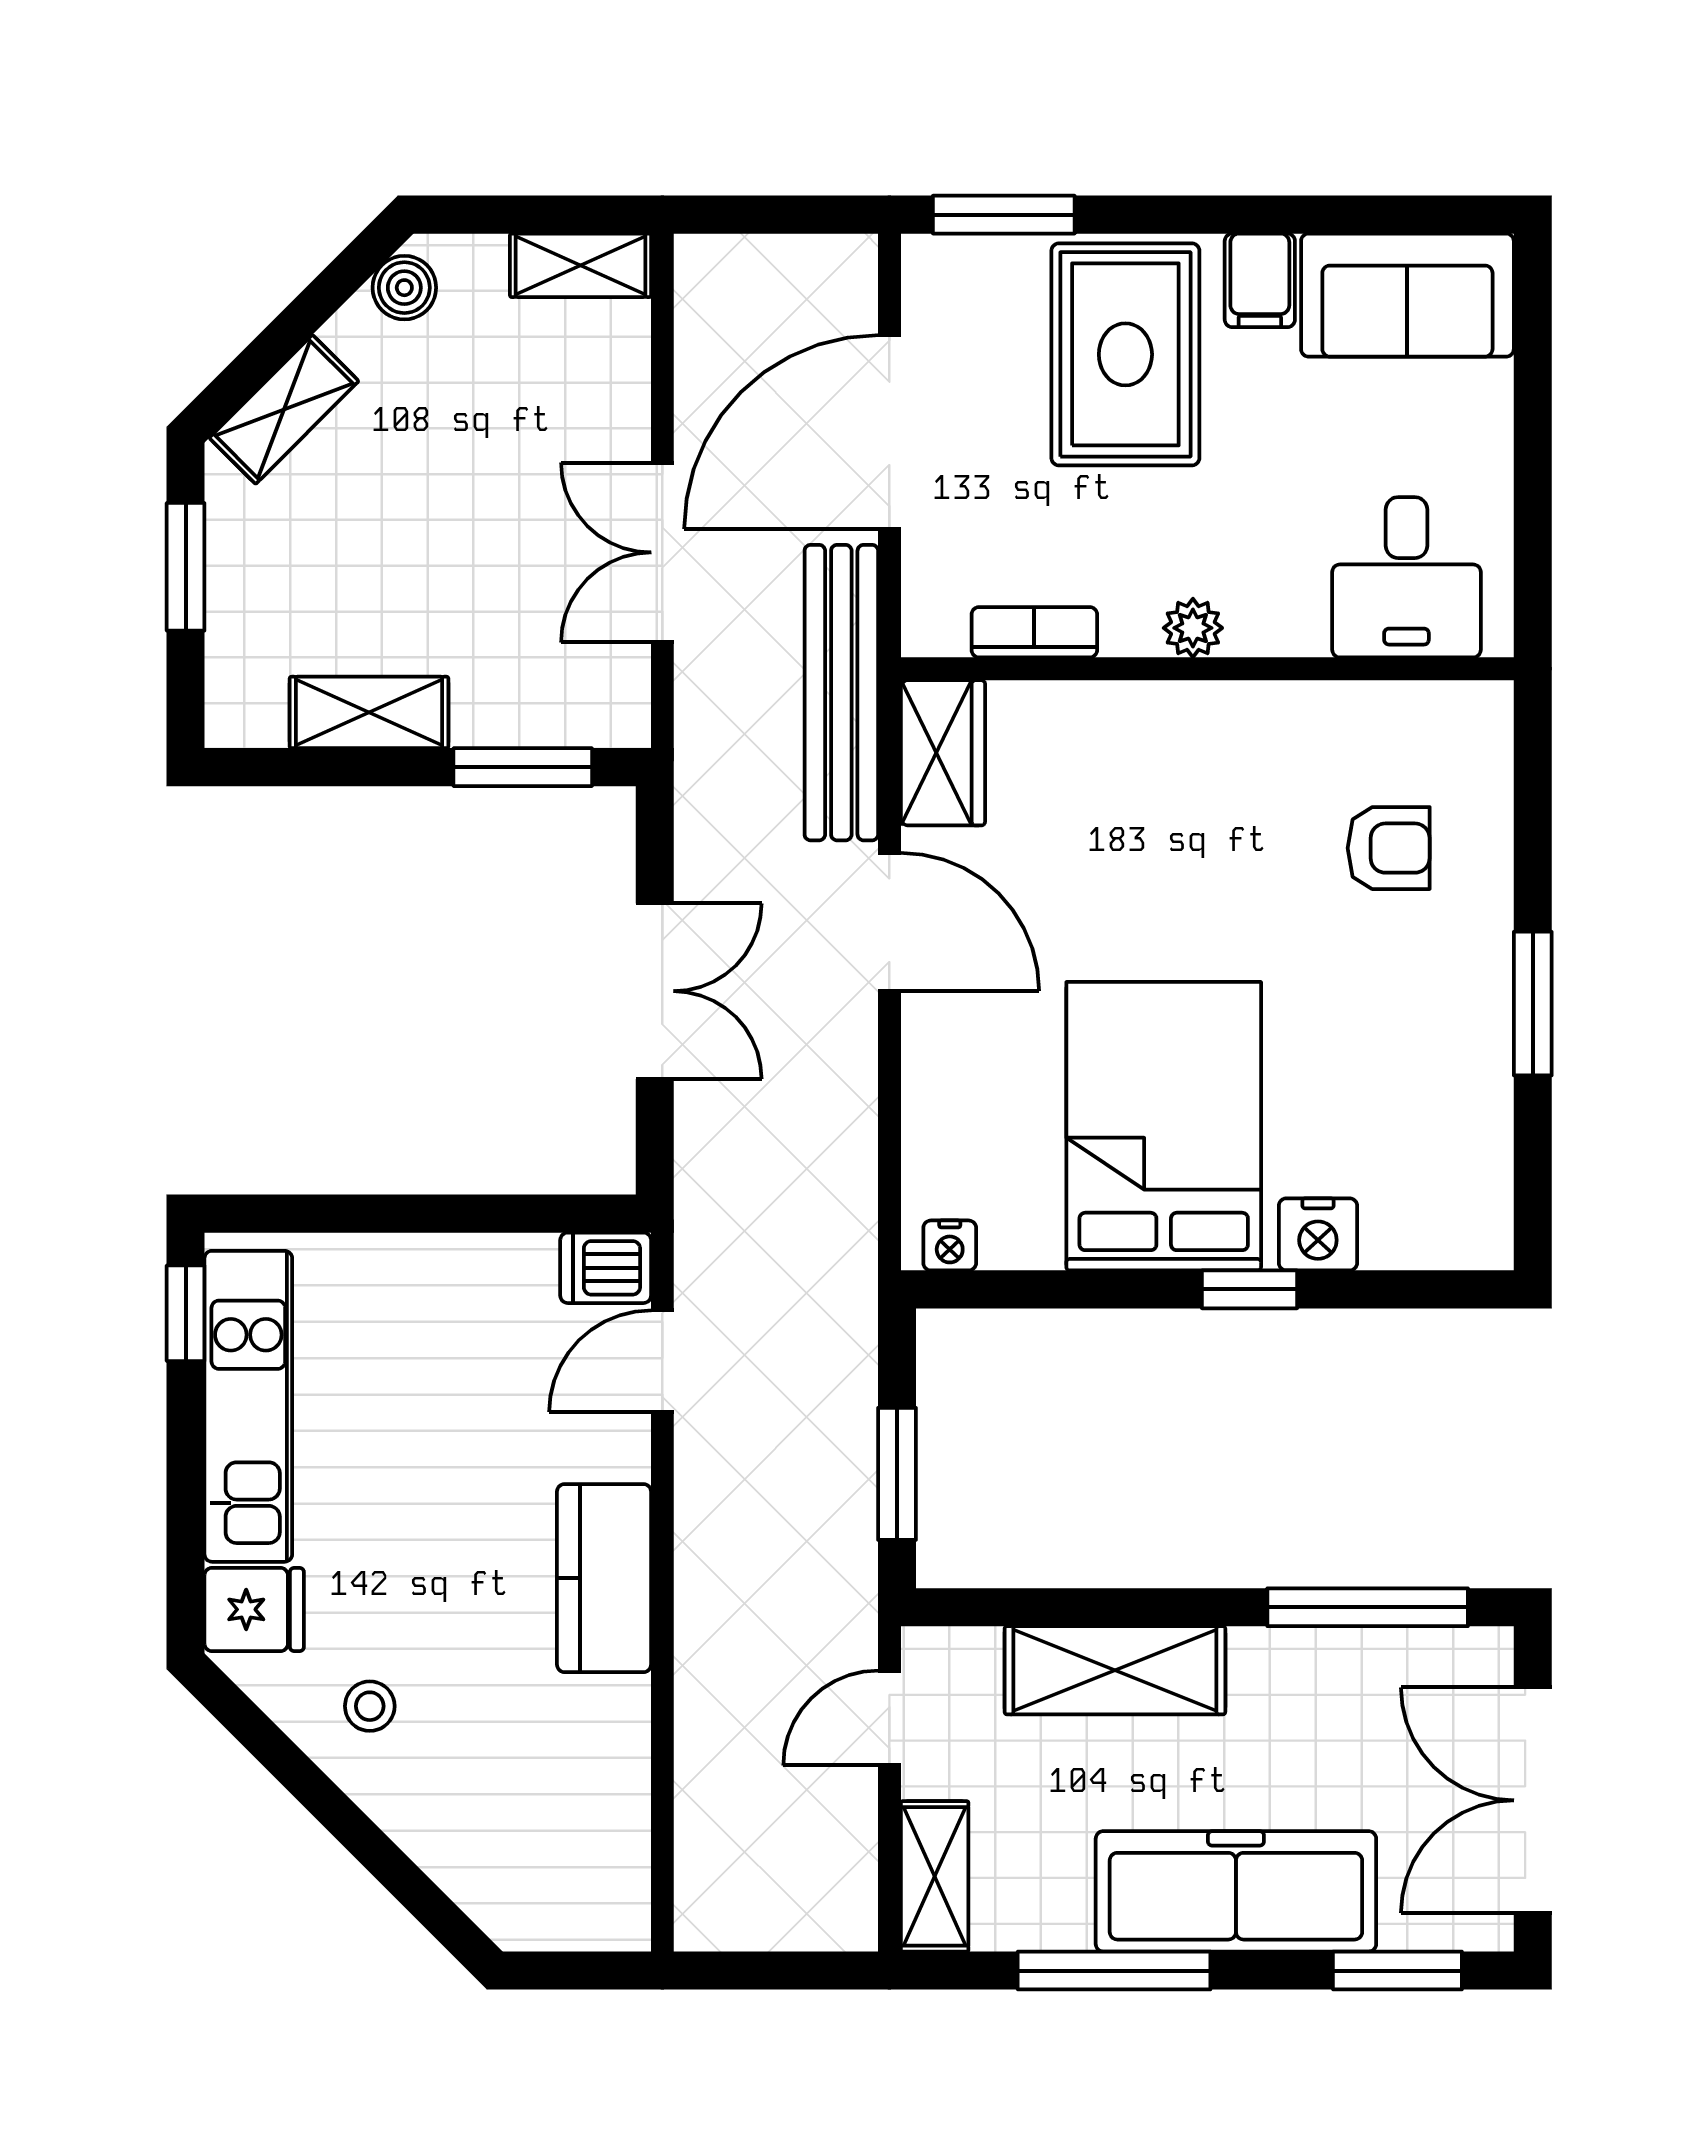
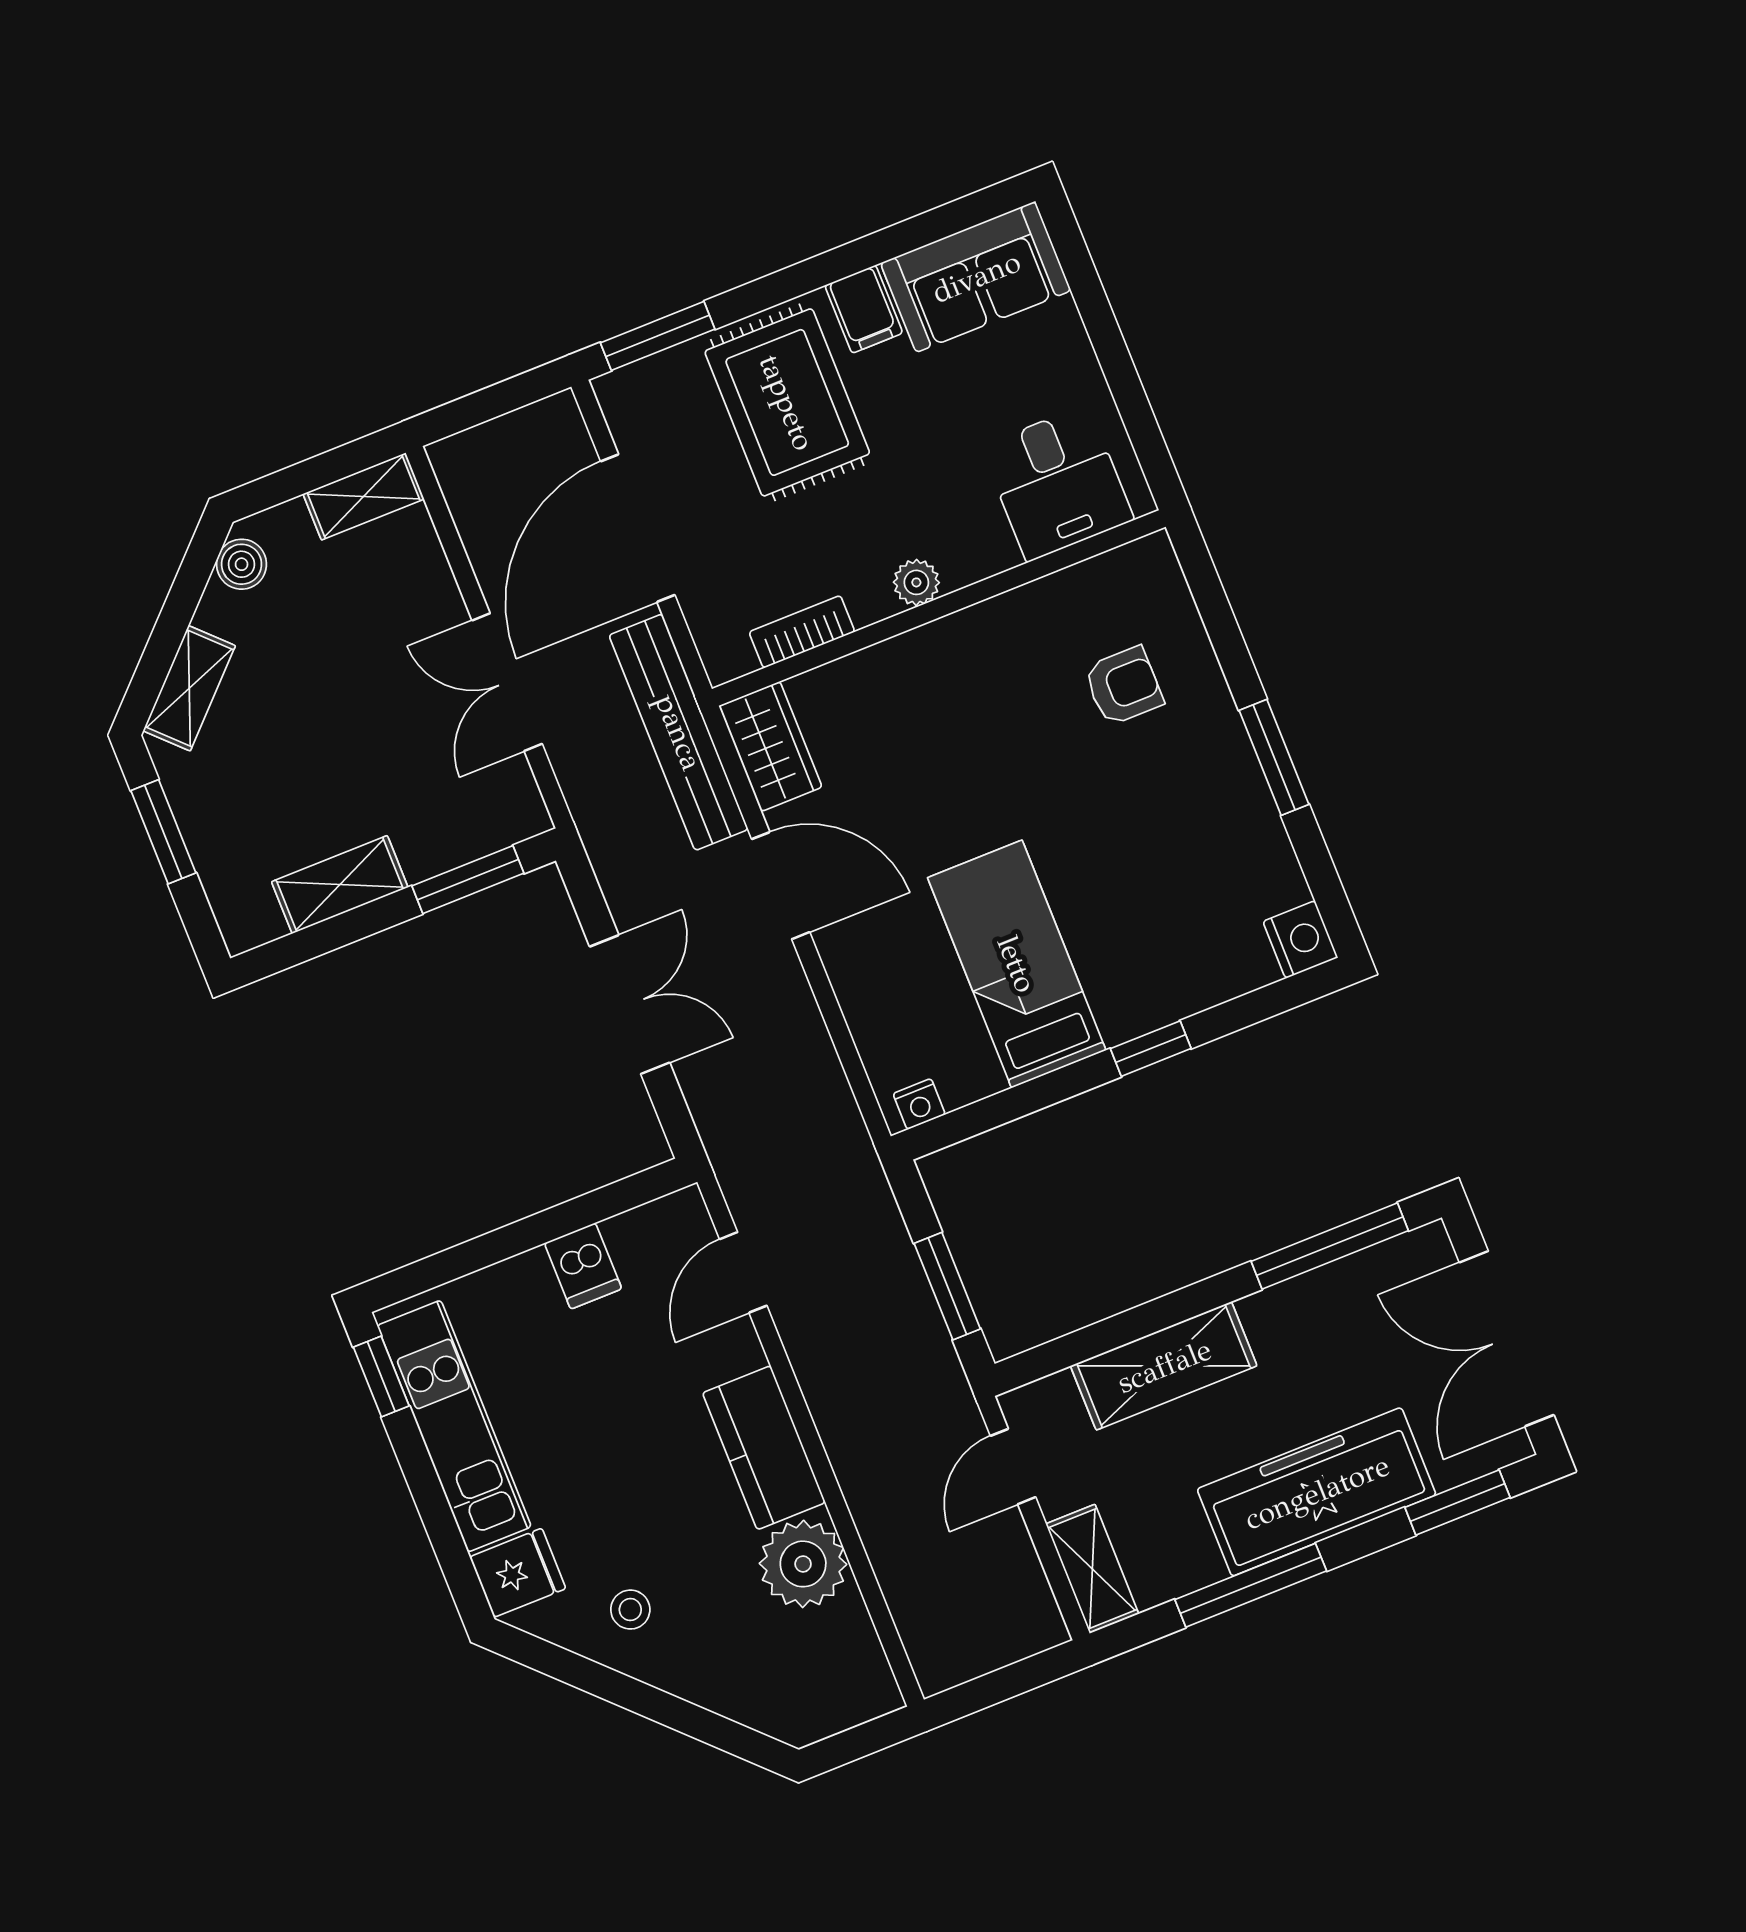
bed: (1164, 1126) -> (1017, 964), width x0.67
nightstand: (1318, 1234) -> (1300, 939), moved, turned -90
dishwasher: (606, 1268) -> (583, 1266), moved, turned -90
plant: (595, 1734) -> (803, 1564), added

